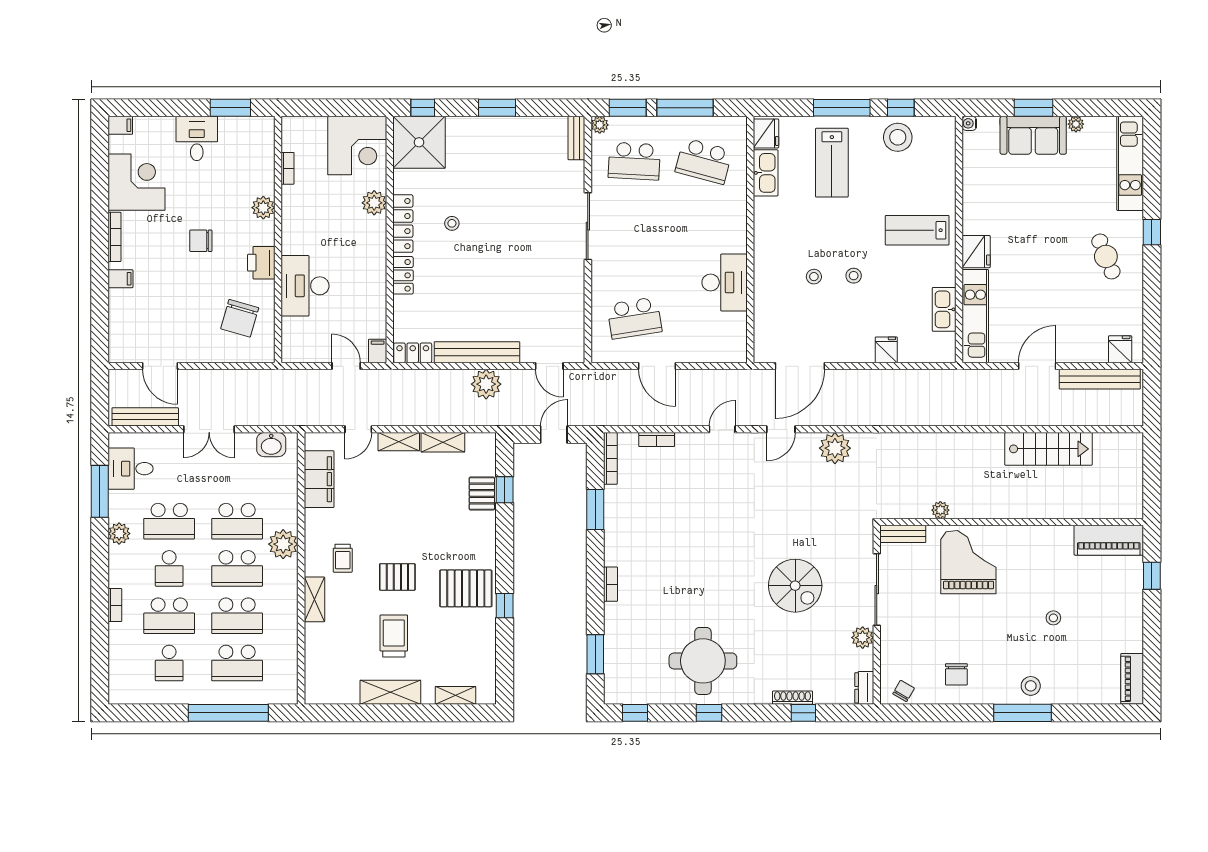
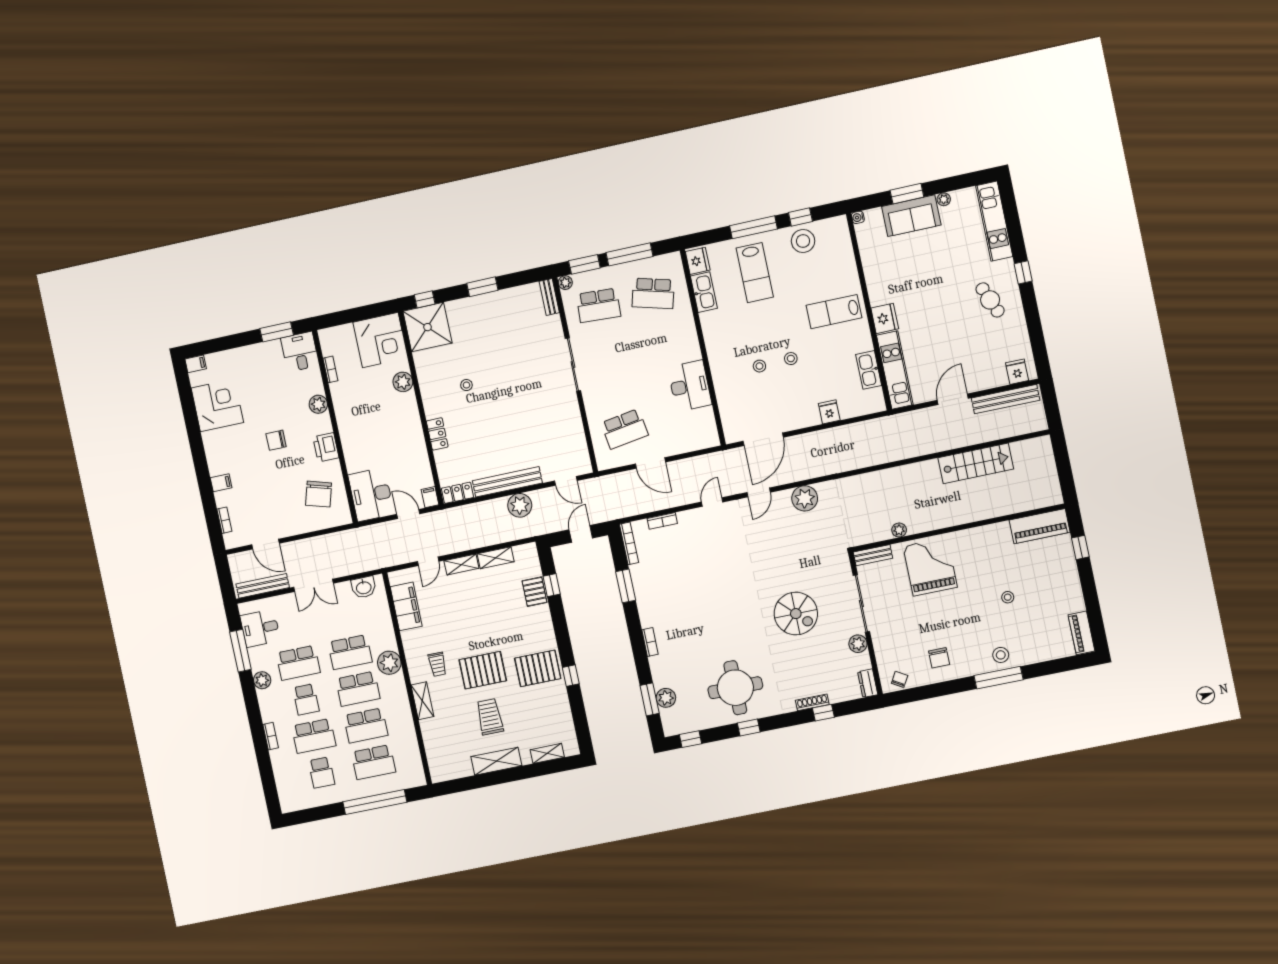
desk: (197, 138) -> (300, 352), moved
locker: (403, 224) -> (428, 393), removed
bookcase: (115, 237) -> (224, 520), moved, width x0.64
desk: (305, 286) -> (371, 495), moved
pallet: (397, 577) -> (483, 670), width x1.50, depth x1.42
plant: (616, 656) -> (666, 698), added

